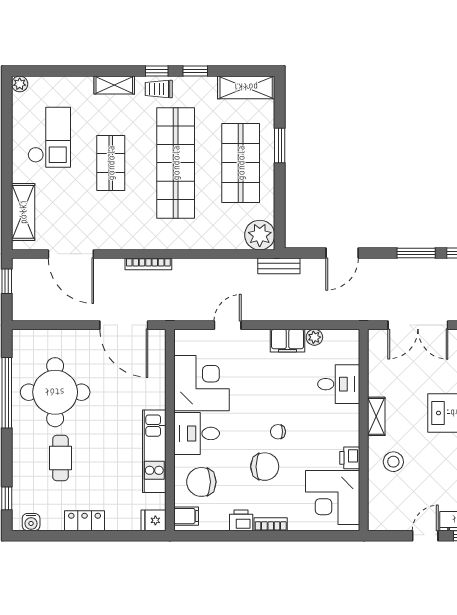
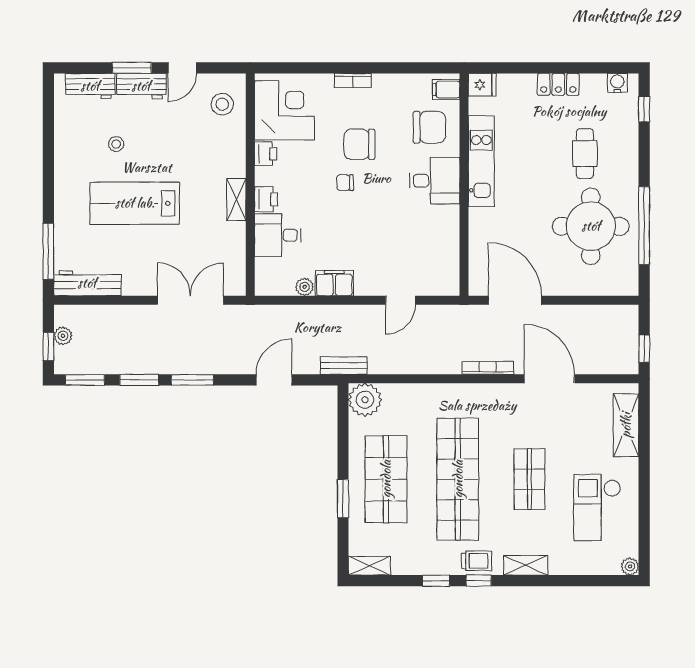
shelving: (246, 87) -> (369, 566), width x0.67, depth x0.75
door: (71, 254) -> (549, 379), moved
corner desk: (202, 383) -> (429, 236), removed
chair: (278, 432) -> (345, 183), turned 180
stool: (393, 462) -> (222, 104), moved
printer: (241, 520) -> (266, 199), moved, turned -90

